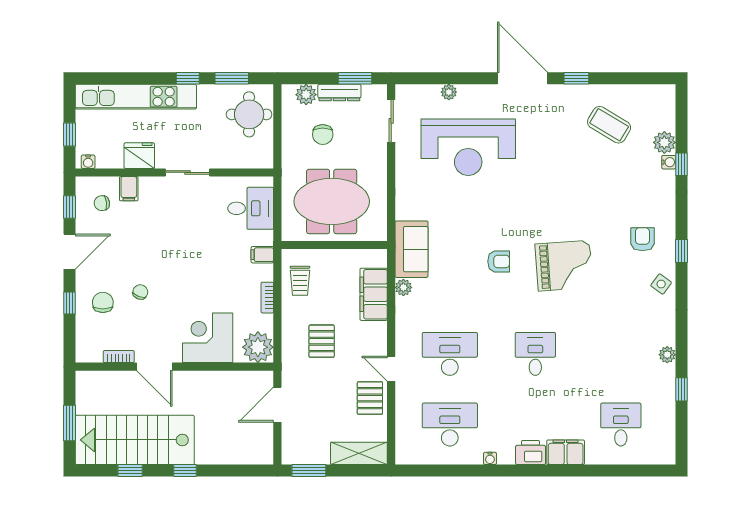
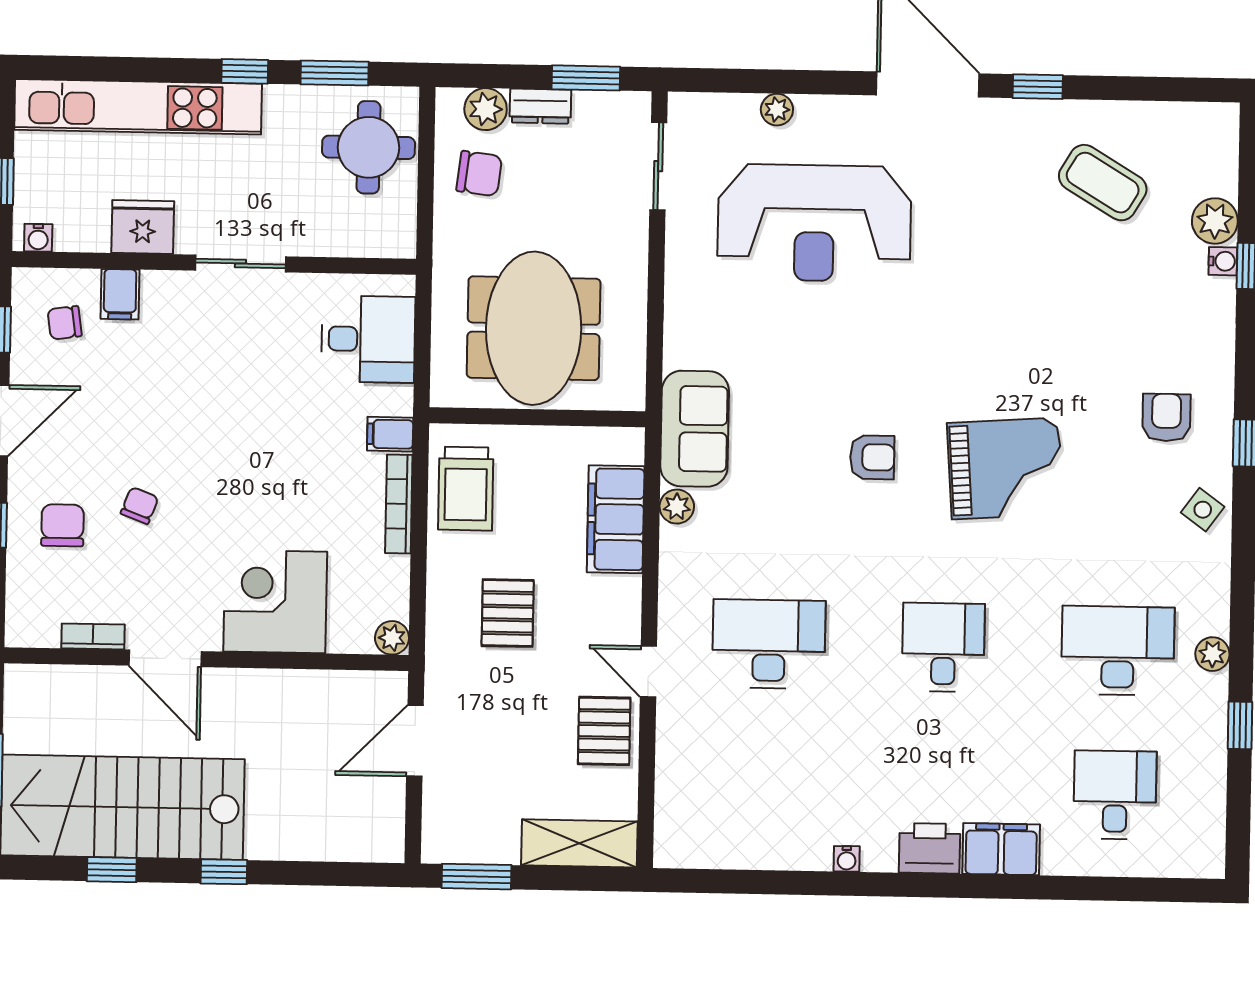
dresser: (339, 93) -> (540, 106), width x0.70
chair: (323, 134) -> (479, 174), moved, turned -83
meeting table: (332, 201) -> (534, 328), turned 90
trolley: (300, 281) -> (466, 489), width x1.36, depth x1.39
bookcase: (267, 298) -> (399, 504), width x1.56
plant: (258, 347) -> (392, 638), width x0.53, depth x0.53
desk: (450, 425) -> (1118, 651), moved

